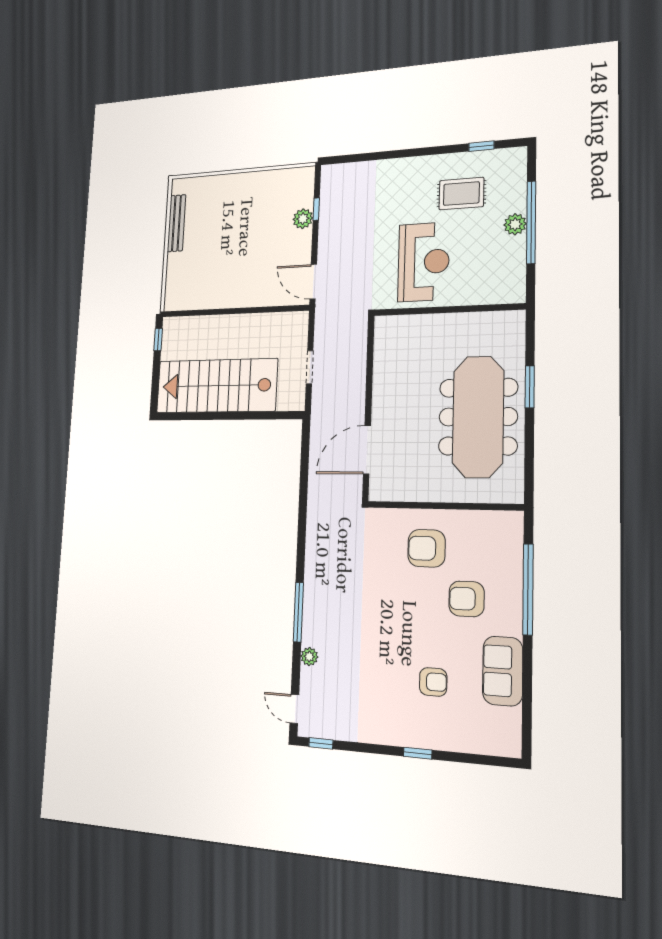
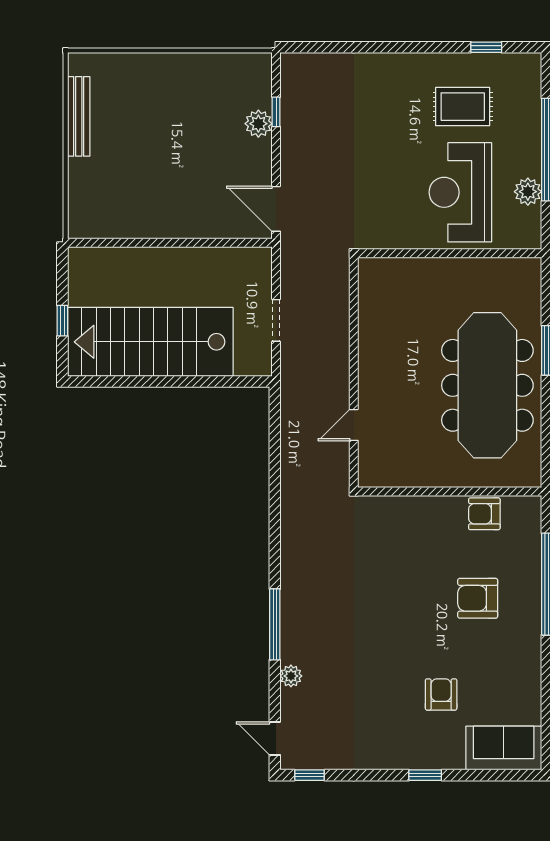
plant: (515, 224) -> (528, 192), moved
reception desk: (424, 262) -> (460, 192), moved, turned 180
window: (158, 340) -> (62, 321), moved
door: (367, 450) -> (354, 425), width x0.53
armchair: (427, 548) -> (484, 514), moved, width x0.72, depth x0.72
sofa: (503, 671) -> (504, 748), moved, turned 90
armchair: (433, 682) -> (441, 694), turned -90

